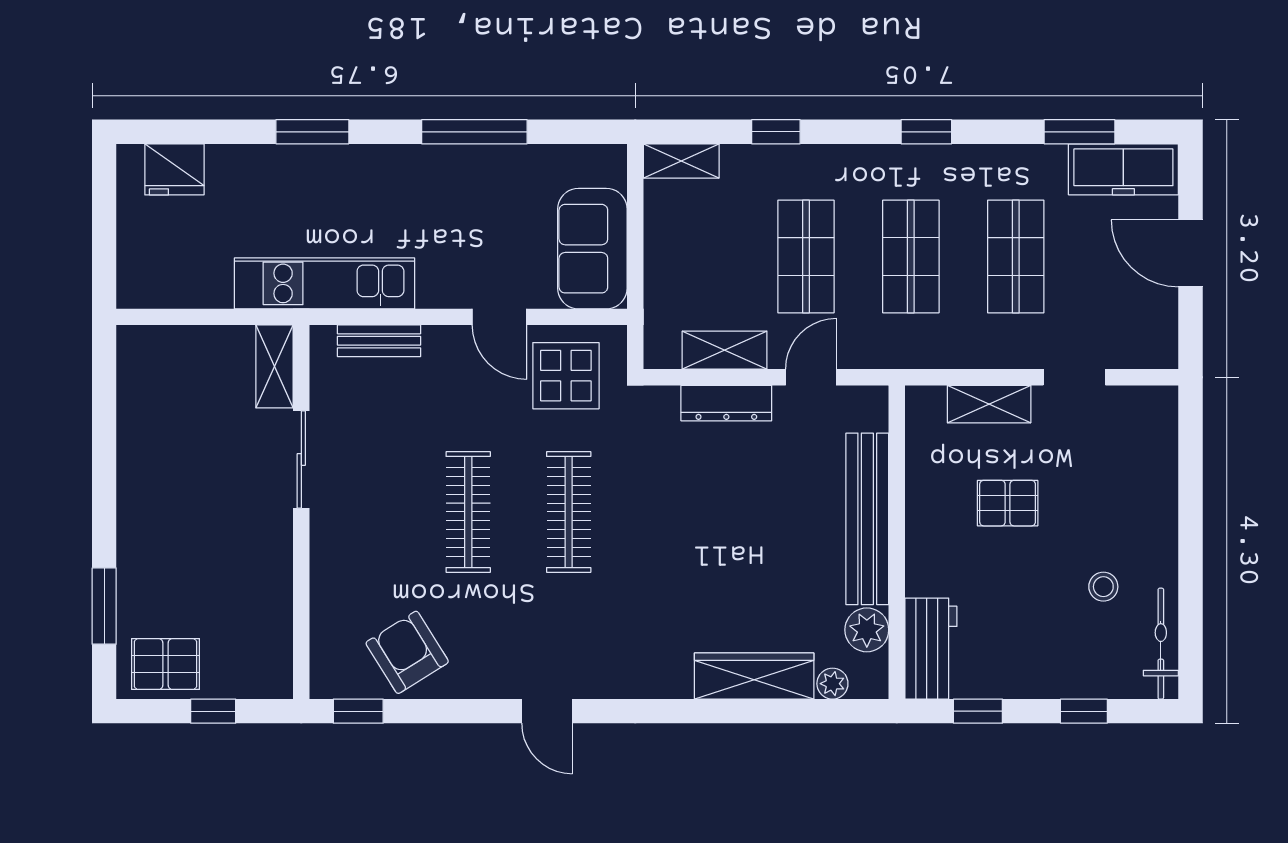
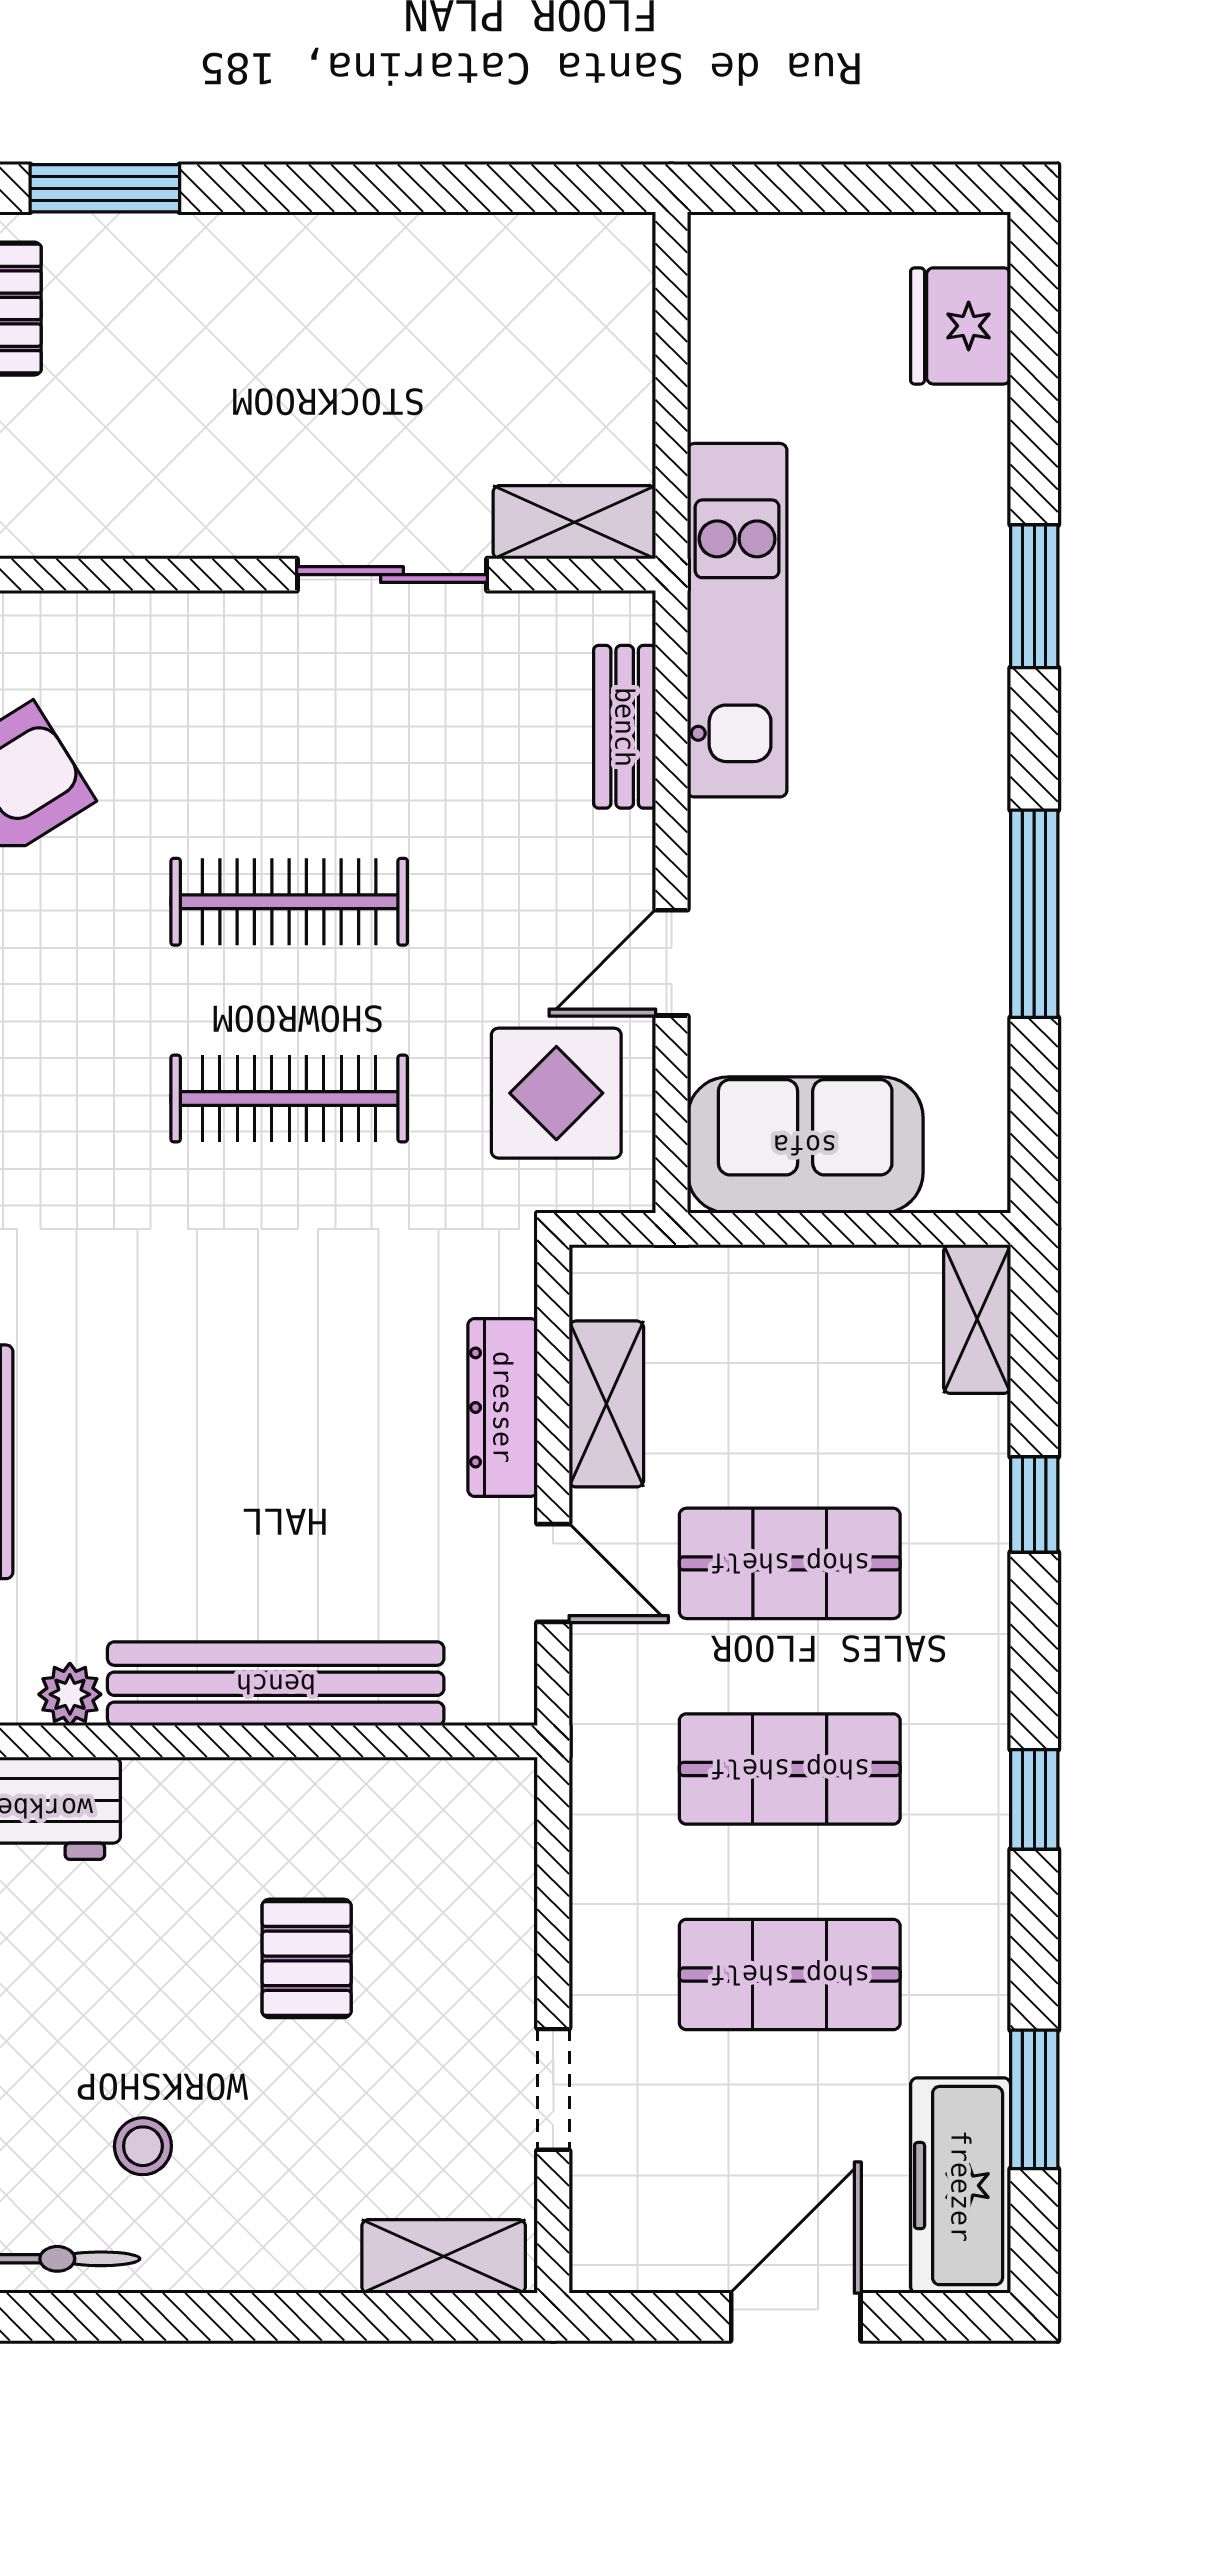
shelving: (989, 404) -> (444, 2256), moved, turned 90
plant: (867, 630) -> (70, 1694), width x0.73, depth x0.73

